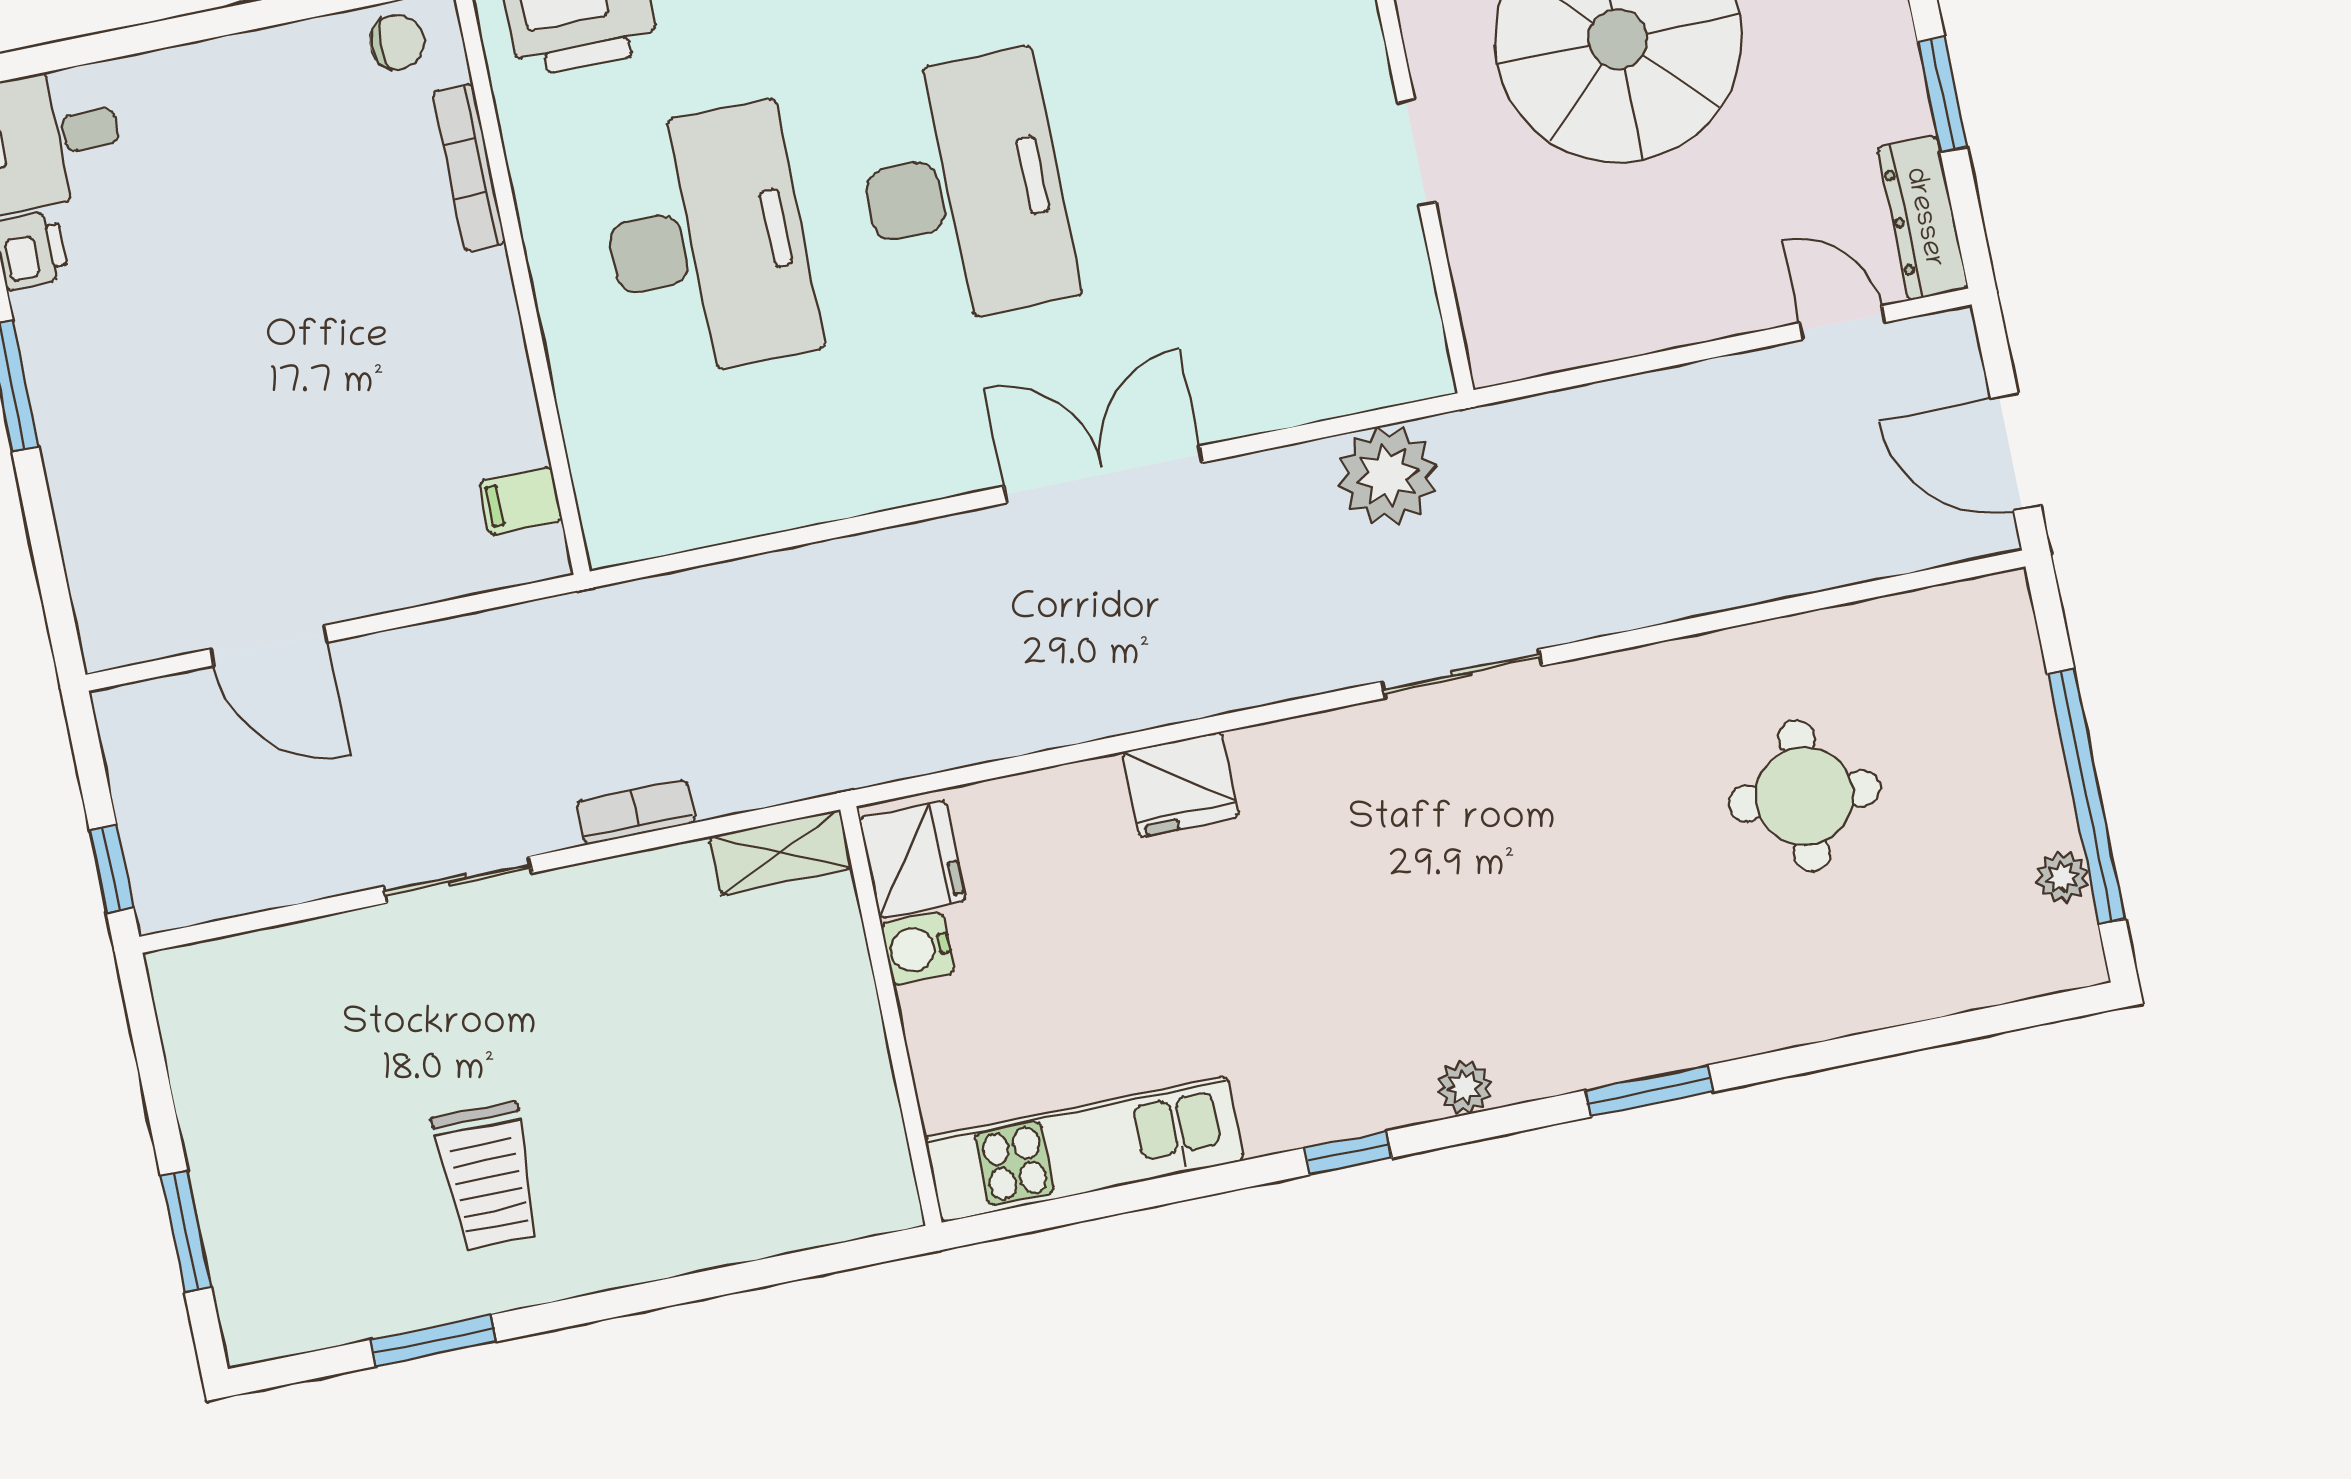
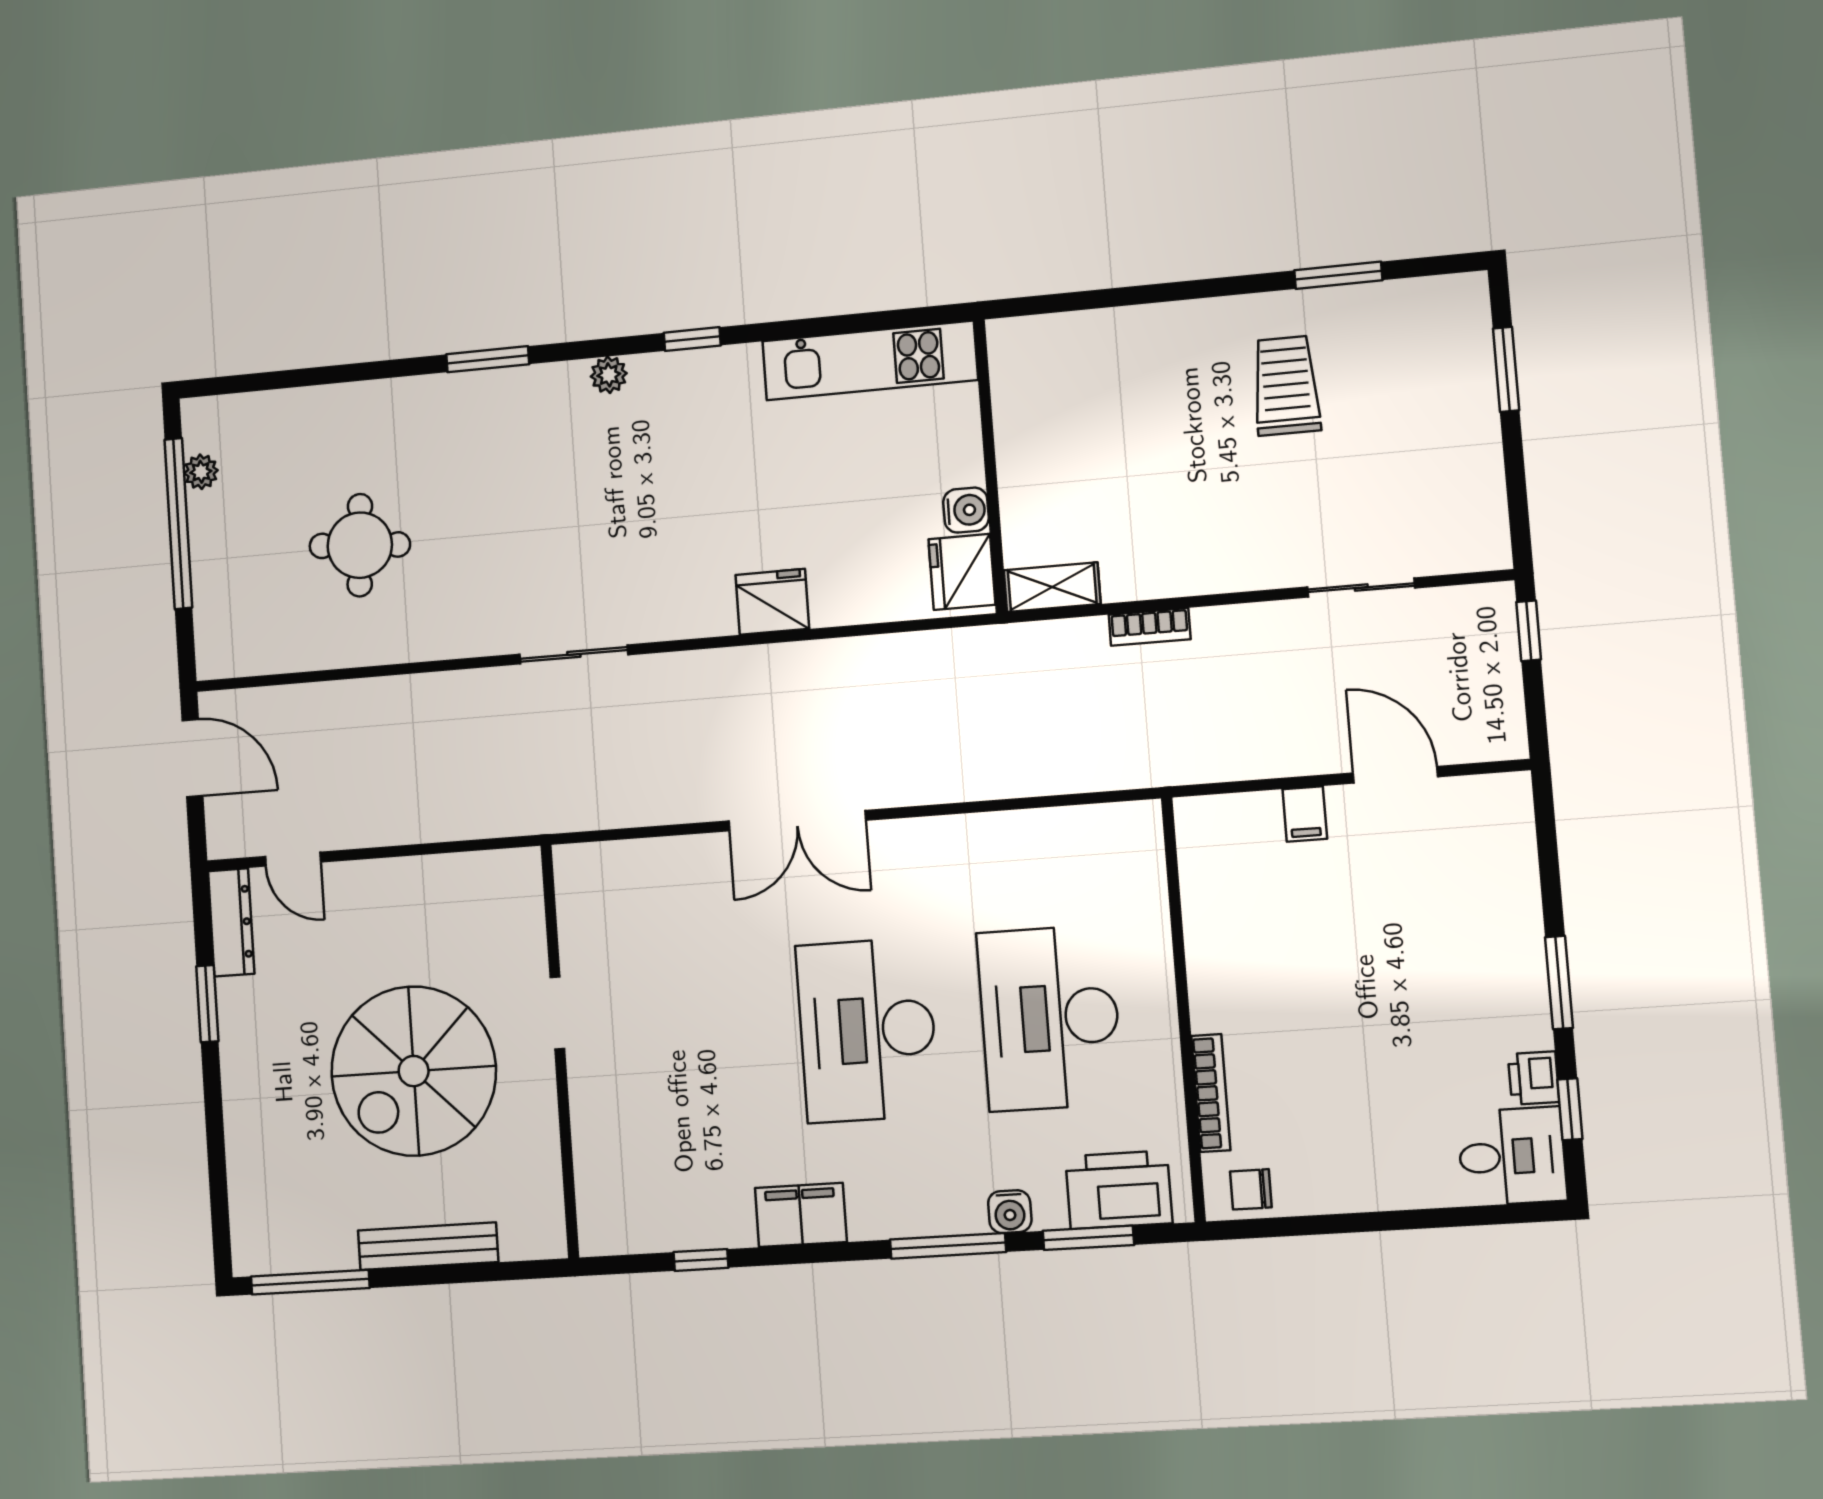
plant: (1388, 476) -> (606, 795), removed
filing cabinet: (521, 501) -> (1305, 814), moved, turned 90
sliding door: (458, 880) -> (1361, 588), moved

